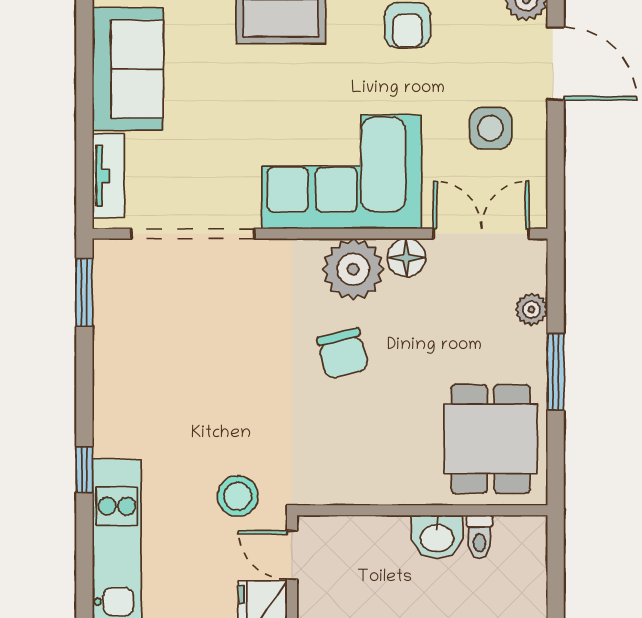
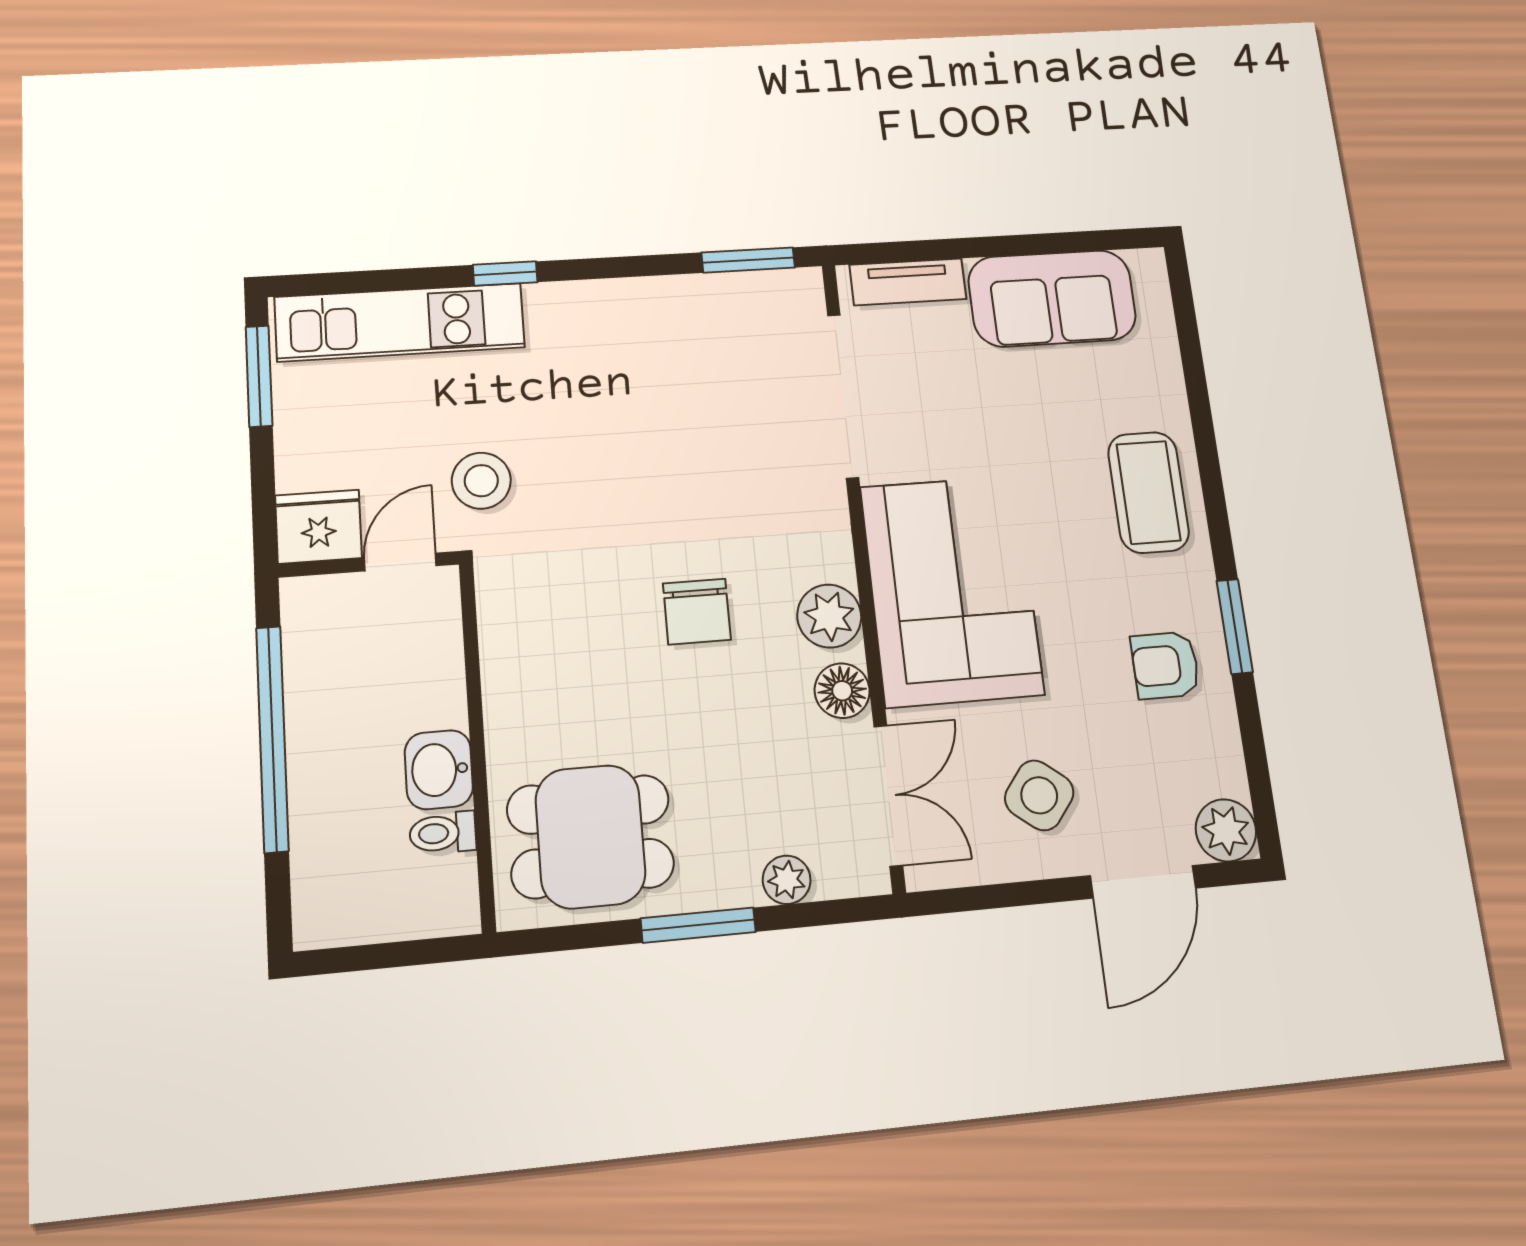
side table: (490, 128) -> (1039, 795), turned 38
plant: (353, 269) -> (829, 616), width x0.73, depth x0.73
chair: (343, 354) -> (697, 612), turned -76

